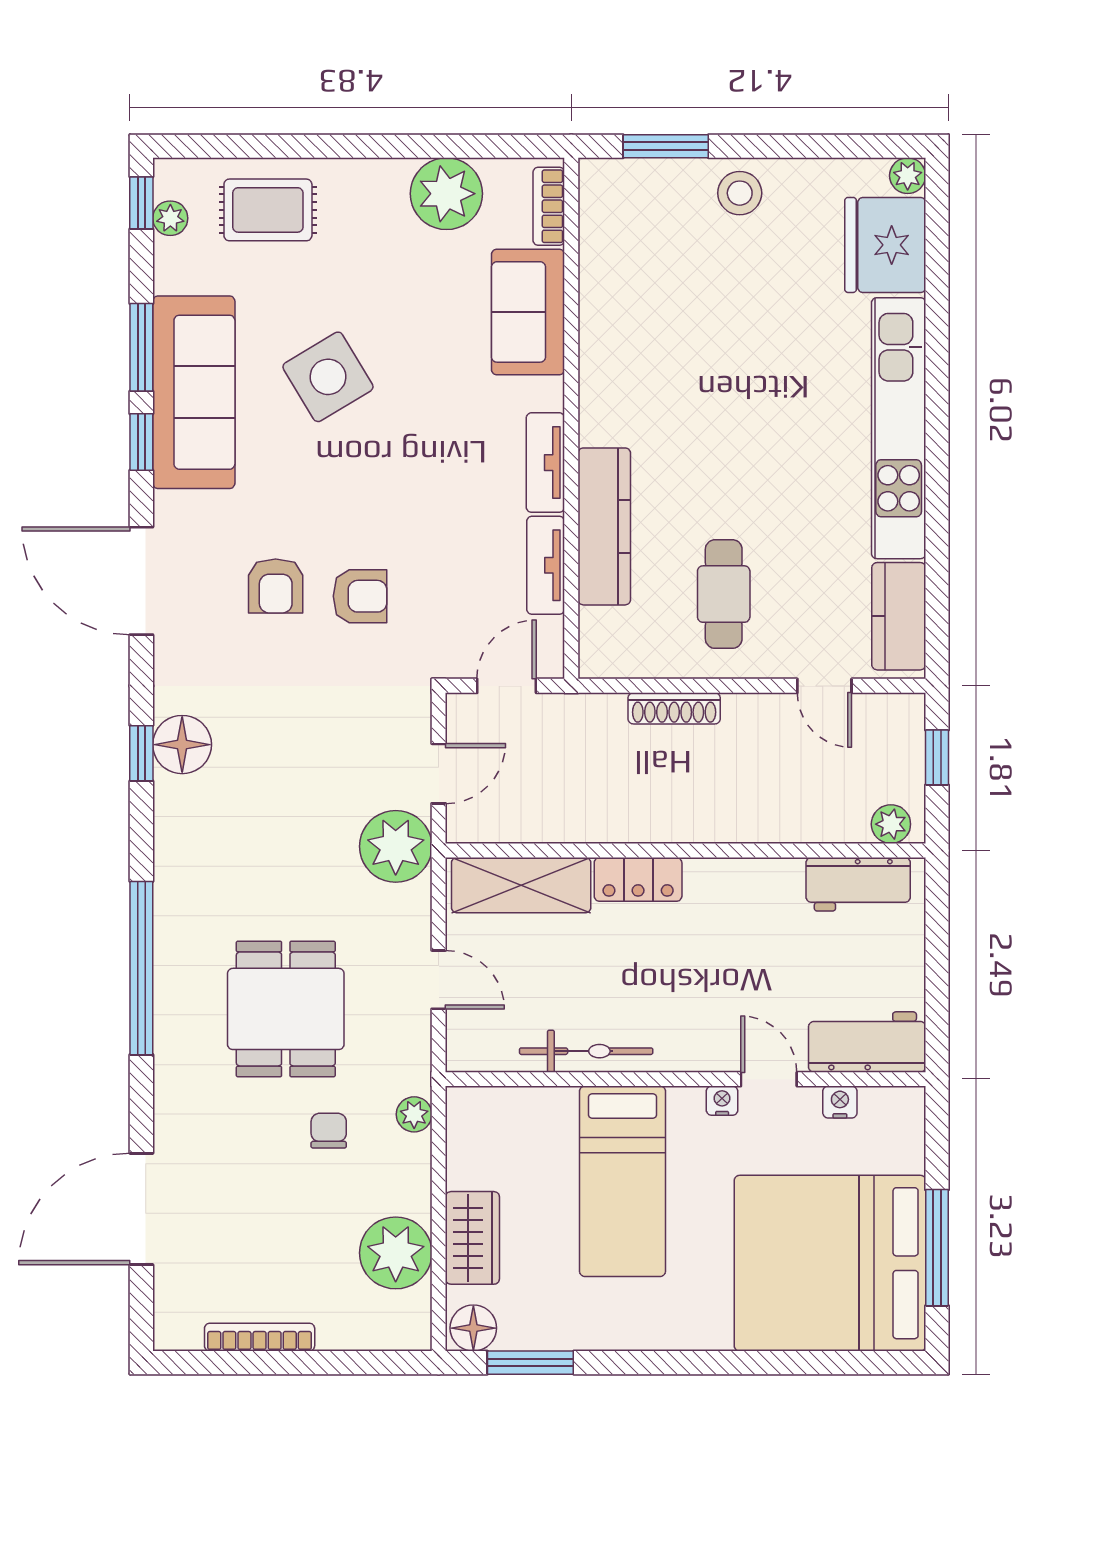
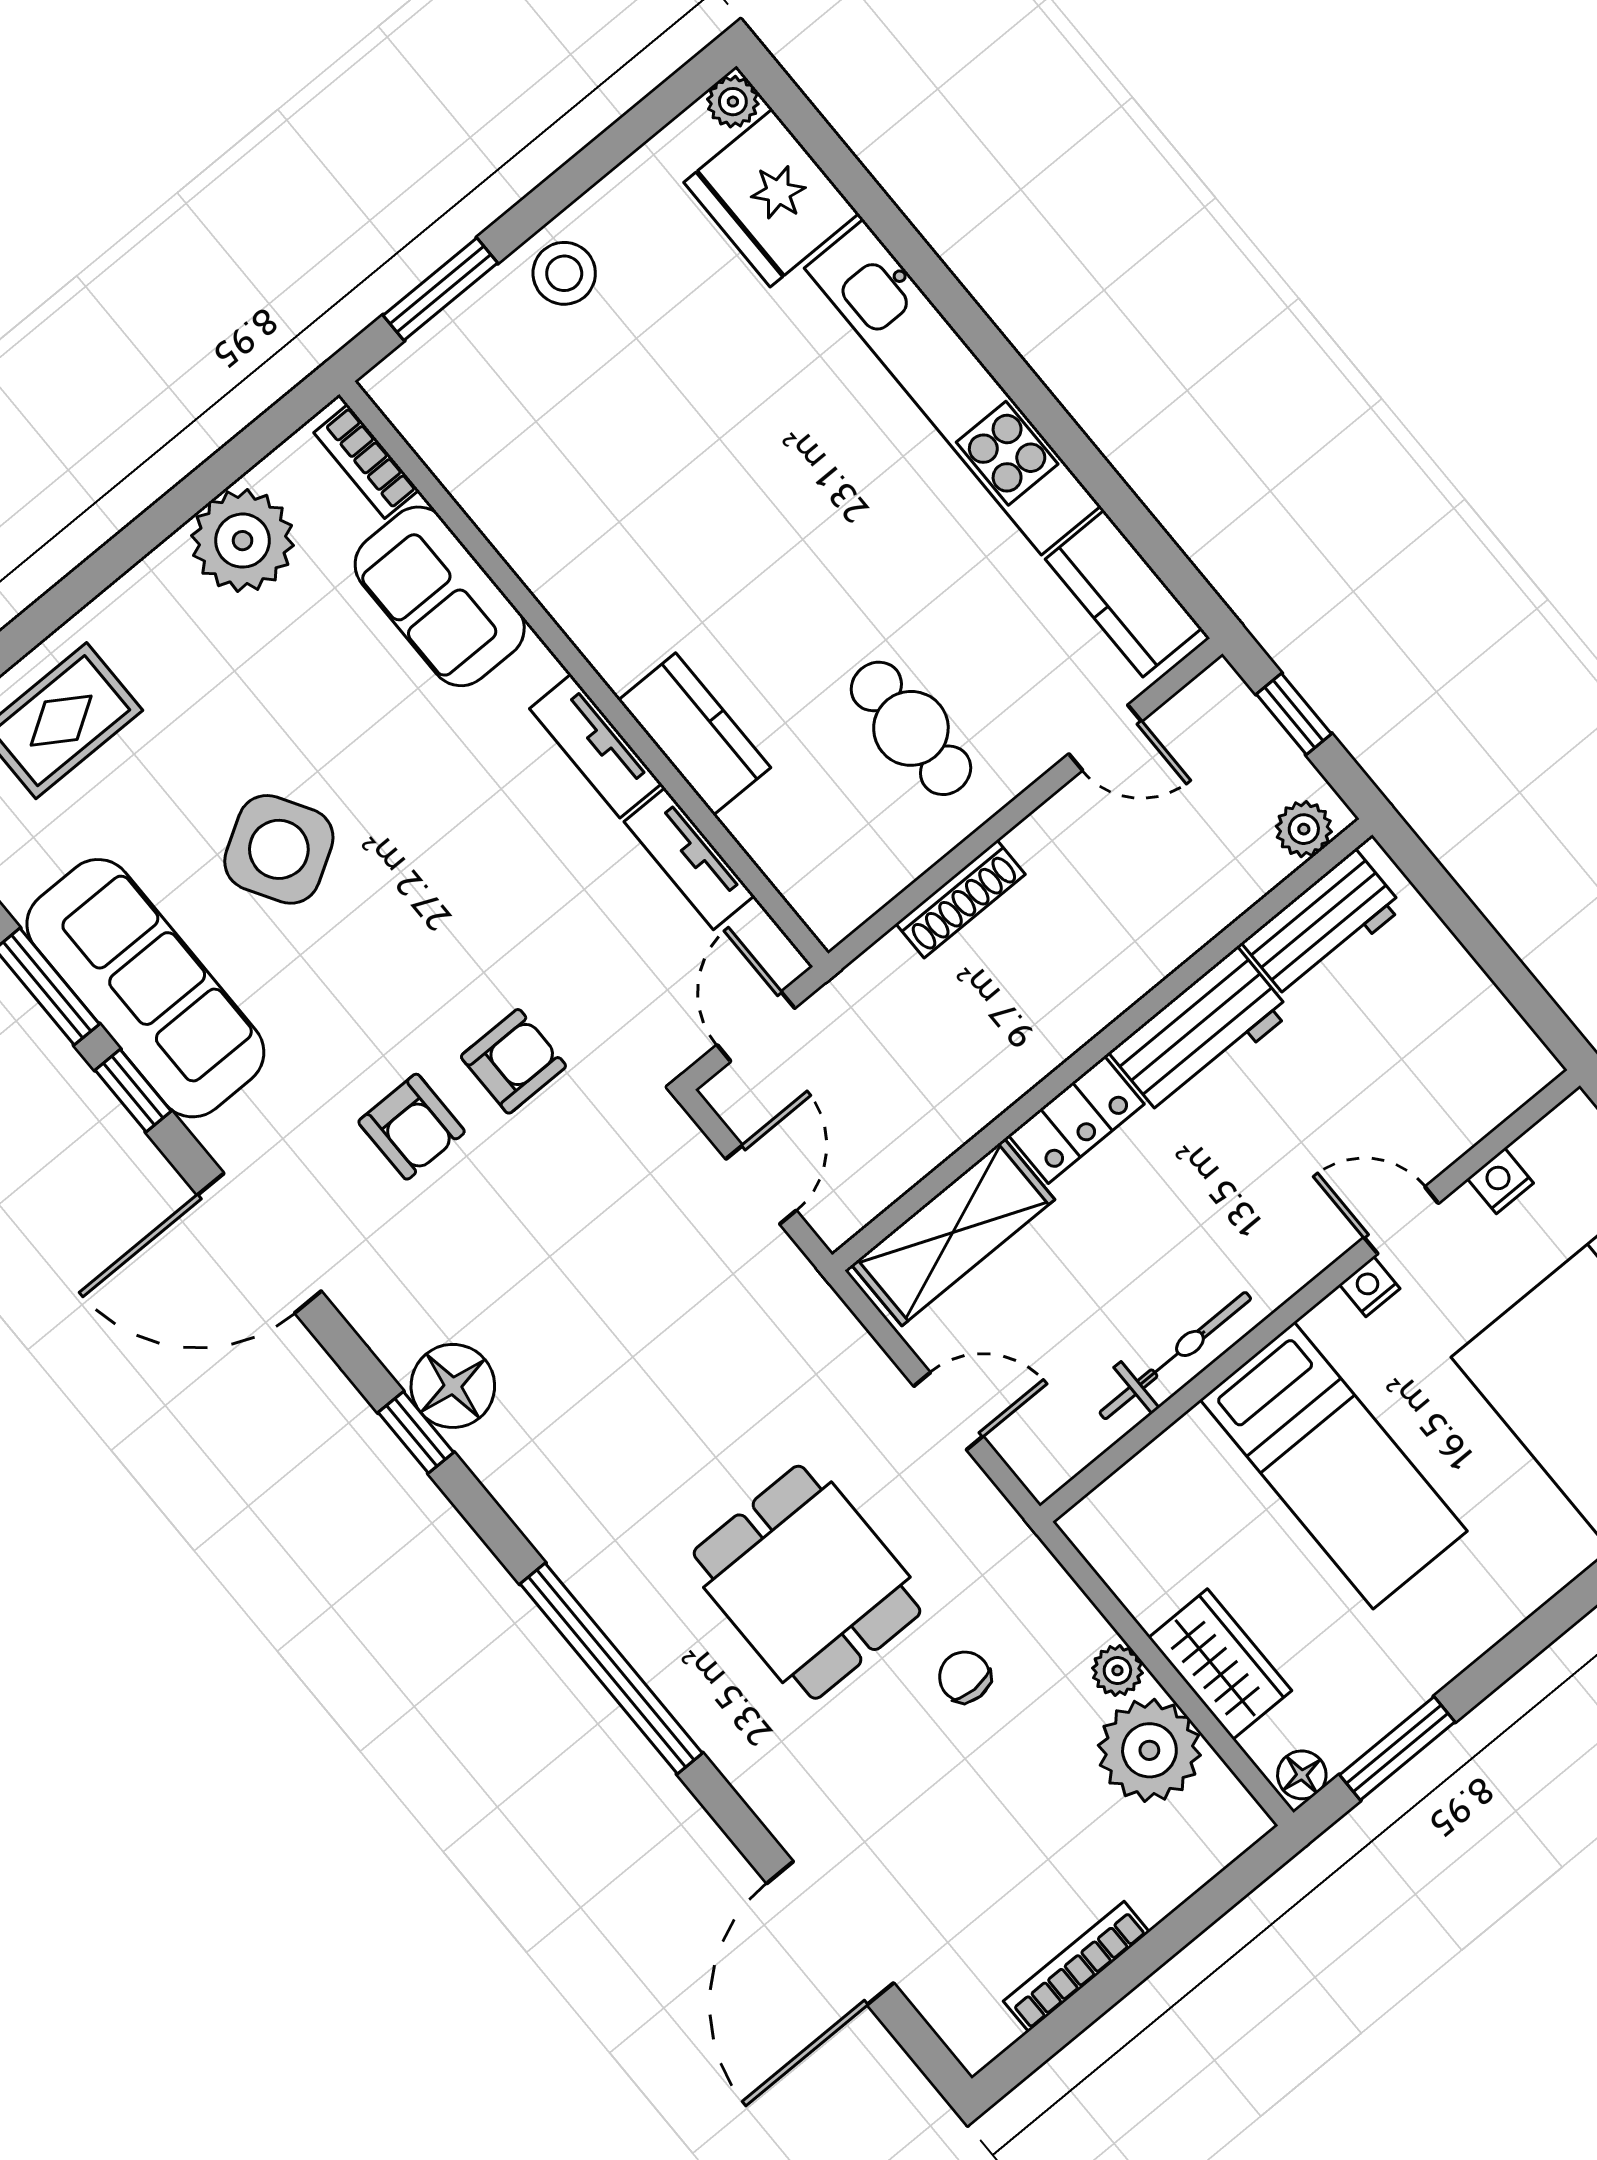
kitchen counter: (604, 526) -> (695, 734), width x0.67
plant: (396, 846) -> (780, 1304), removed
workbench: (867, 1042) -> (1200, 1032), moved, turned 180
plant: (414, 1114) -> (1117, 1670), moved
floor lamp: (473, 1328) -> (1302, 1775), width x0.73, depth x0.73

